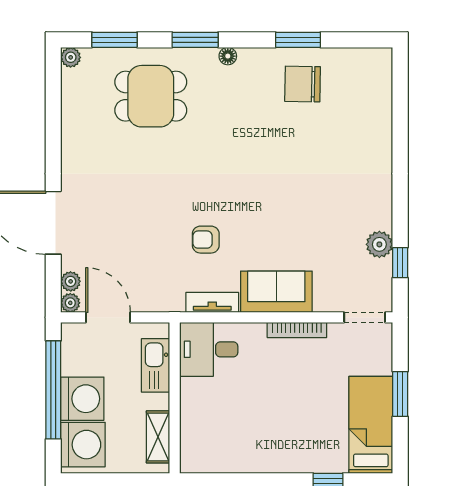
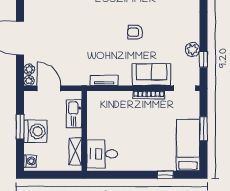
armchair: (206, 240) -> (135, 32), moved
sofa: (276, 292) -> (152, 75), moved
desk: (209, 349) -> (102, 154), moved
window: (53, 390) -> (20, 127), width x0.47
washing machine: (83, 445) -> (30, 161), width x0.53, depth x0.53

